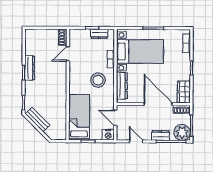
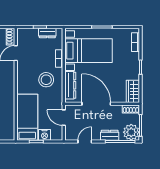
door: (158, 104) -> (96, 104), moved
nightstand: (108, 135) -> (45, 135), moved
door: (136, 141) -> (85, 141), hinge flipped

